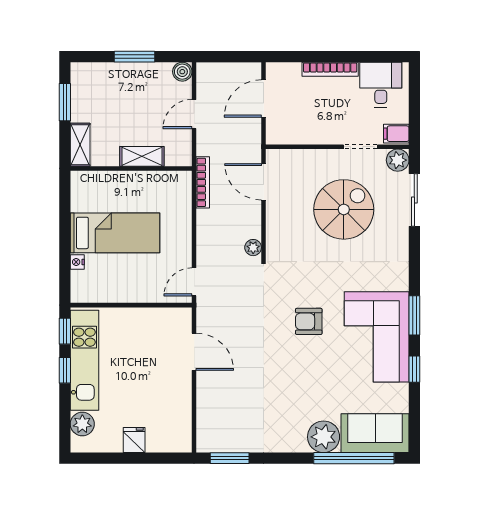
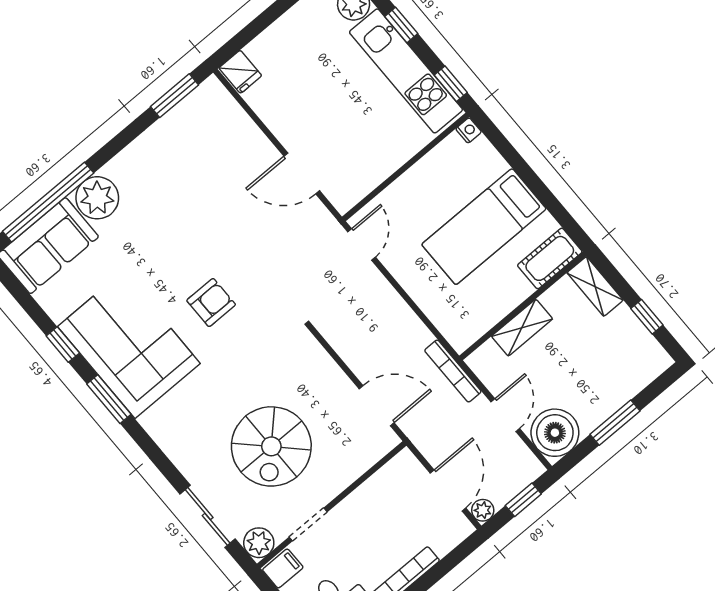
window: (225, 57) -> (523, 500), added
boiler: (182, 72) -> (555, 433), width x1.86, depth x1.86
window: (65, 102) -> (647, 317), width x0.67
bookcase: (203, 182) -> (453, 371), moved
cot: (93, 183) -> (550, 258), added
plant: (253, 248) -> (483, 510), moved
nightstand: (77, 262) -> (469, 130), moved
window: (65, 370) -> (401, 25), moved
fridge: (134, 440) -> (240, 72), moved

